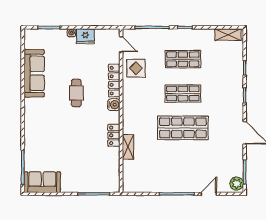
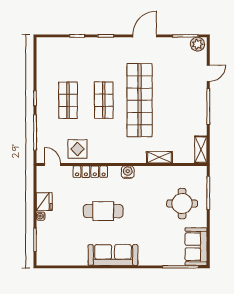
shelving: (228, 35) -> (201, 150), moved
door: (121, 44) -> (53, 164), hinge flipped
sofa: (34, 73) -> (113, 255), moved
cafe table: (76, 93) -> (103, 211), width x1.37, depth x1.35
water cooler: (114, 105) -> (128, 172), moved
shop shelf: (183, 128) -> (140, 100), width x1.40
locker: (114, 135) -> (147, 172), removed
round table: (84, 169) -> (182, 204), added
door: (209, 194) -> (208, 73), swing flipped

